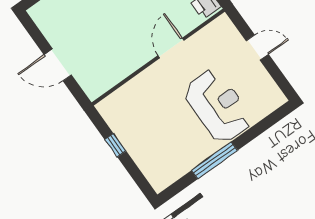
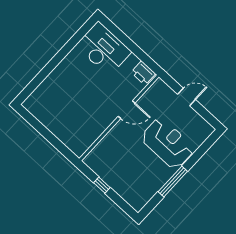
door: (171, 48) -> (127, 110), swing flipped
door: (58, 65) -> (50, 137), removed

